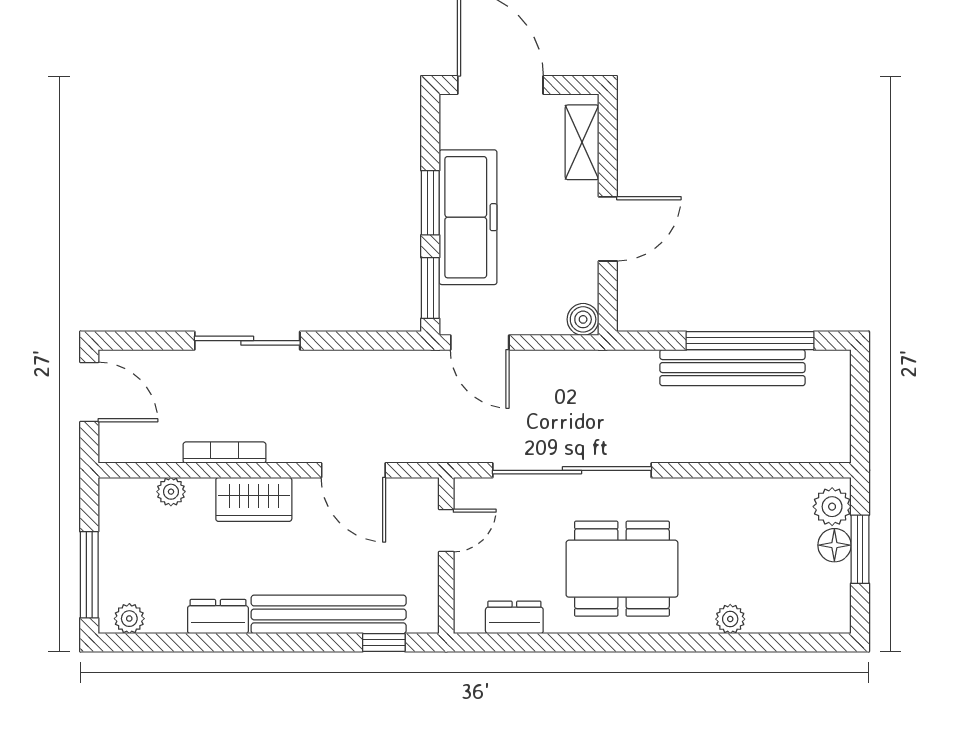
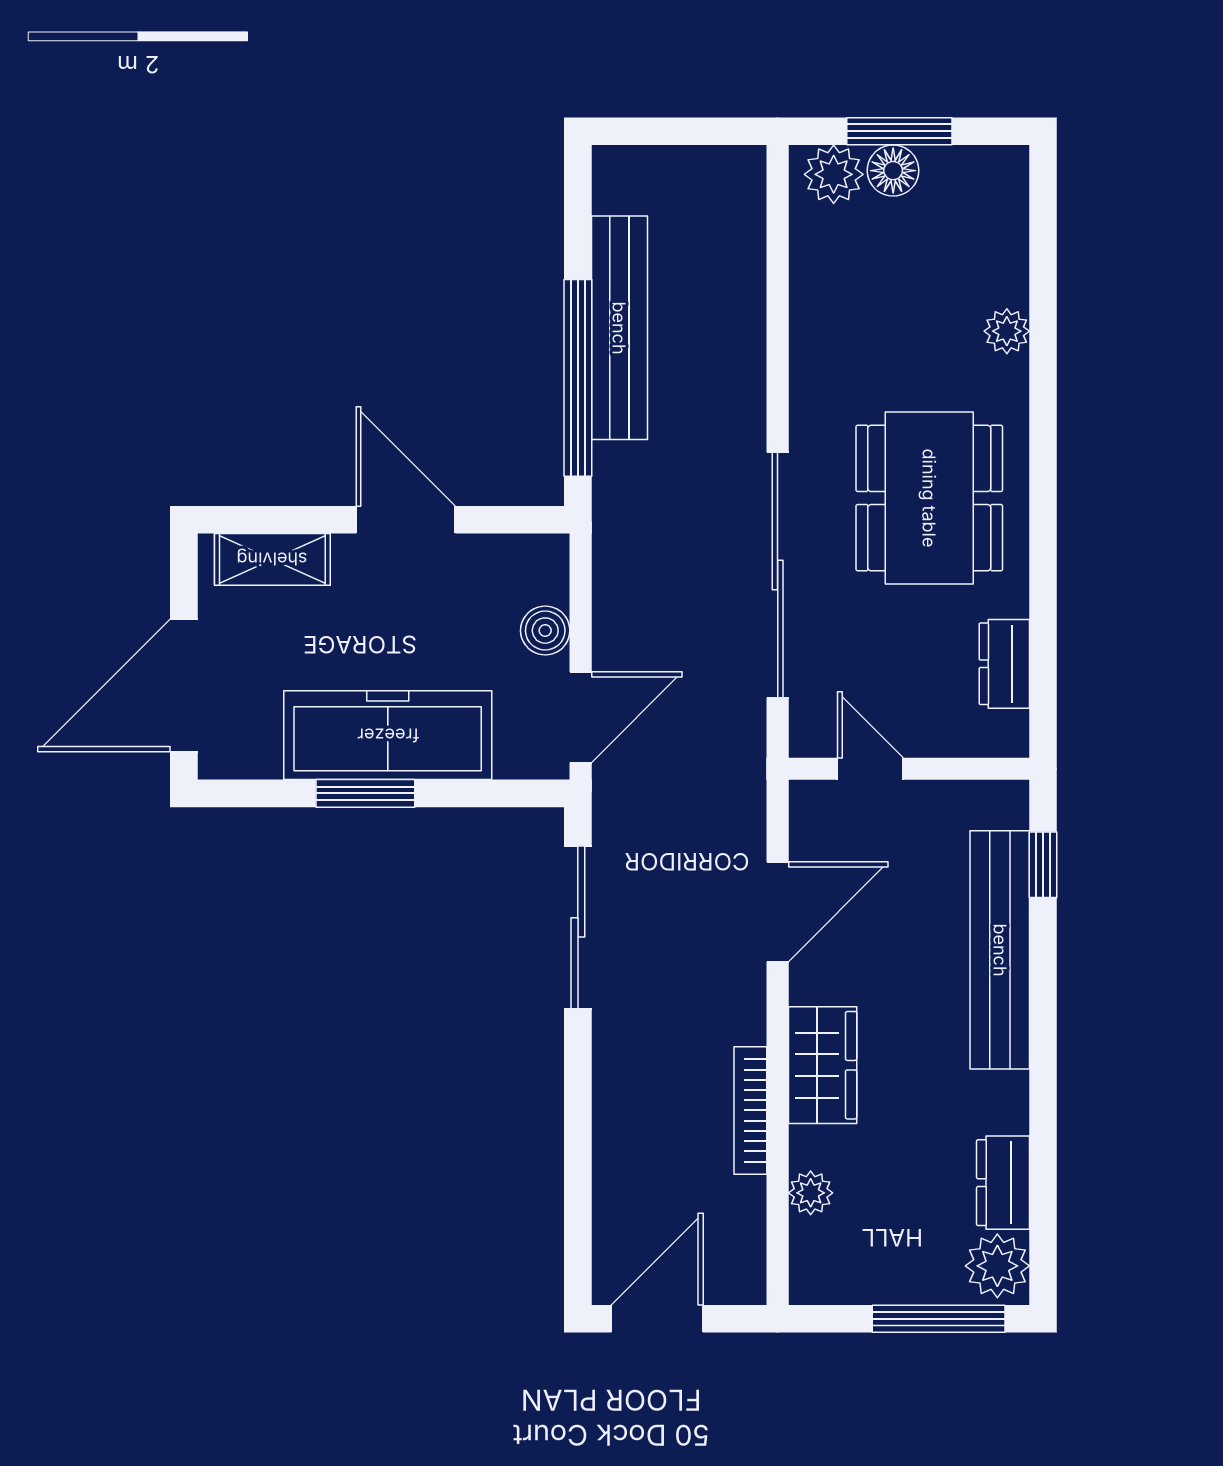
window: (430, 288) -> (497, 793), removed
boiler: (583, 319) -> (545, 631), moved
sliding door: (247, 341) -> (578, 927), moved
window: (750, 341) -> (578, 378), moved
dresser: (218, 617) -> (1003, 1183), moved
plant: (129, 619) -> (997, 1266), width x1.38, depth x1.38

